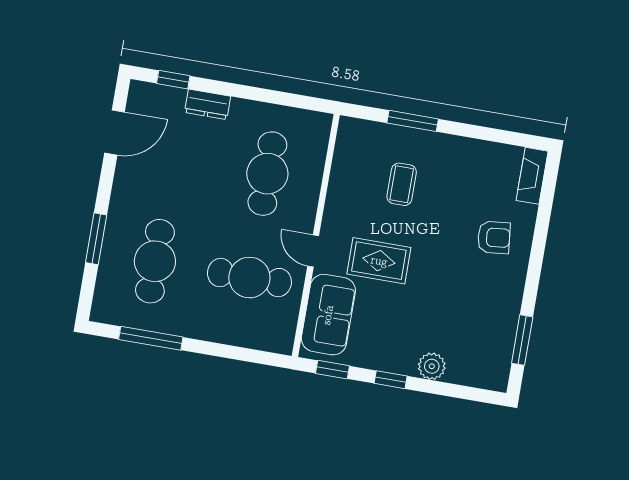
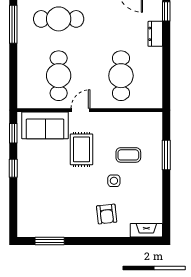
cafe table: (267, 174) -> (121, 76), turned 90
side table: (440, 216) -> (114, 181), added
plant: (432, 366) -> (25, 191), removed

